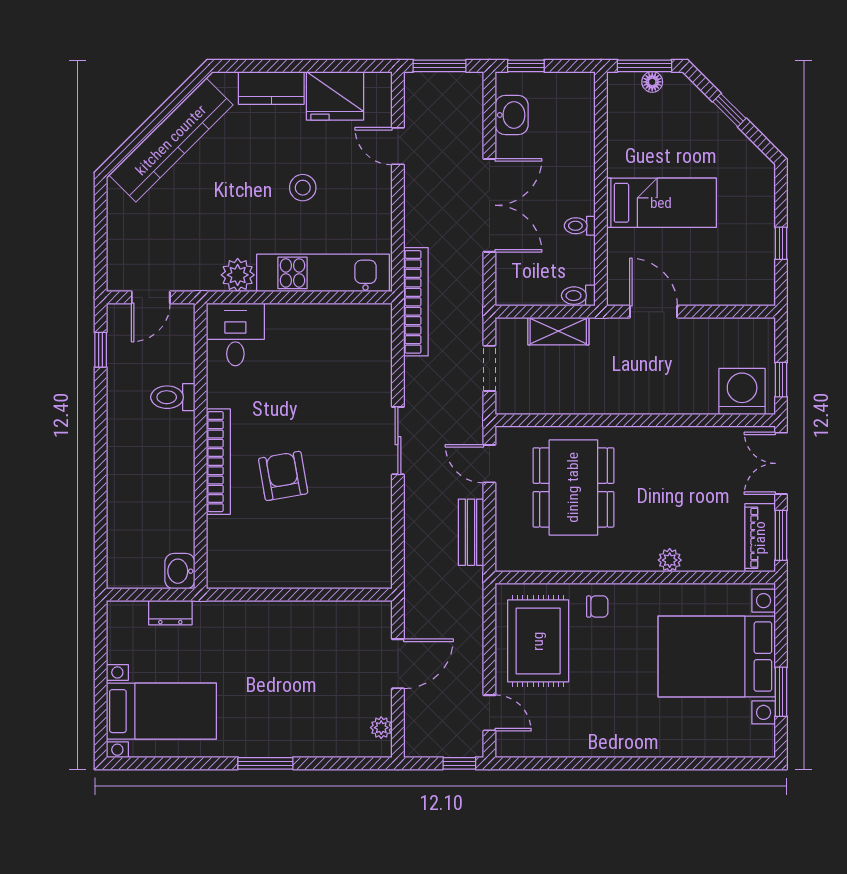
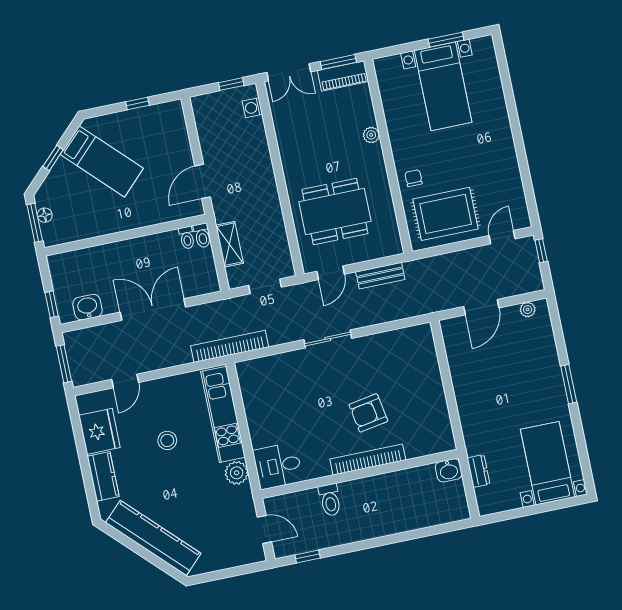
bed: (661, 203) -> (102, 161), moved, turned 135
toilet: (580, 226) -> (187, 238), moved
washing machine: (742, 391) -> (252, 108), width x0.53, depth x0.53
bed with nightstands: (717, 657) -> (443, 86), width x0.73
door: (398, 664) -> (481, 307), swing flipped

